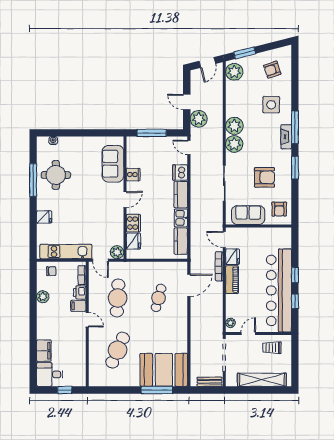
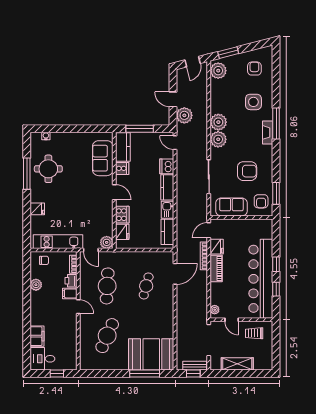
armchair: (272, 70) -> (254, 69), turned 108
kitchen counter: (134, 152) -> (123, 147), added
window: (295, 168) -> (276, 193), moved
door: (125, 199) -> (114, 192), hinge flipped
door: (224, 240) -> (209, 230), hinge flipped
door: (248, 333) -> (232, 320), swing flipped
shelving: (262, 380) -> (237, 364), width x0.68
window: (208, 390) -> (193, 374), added

